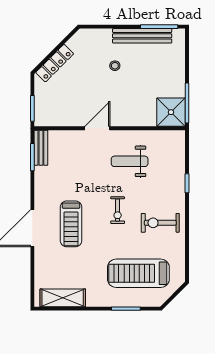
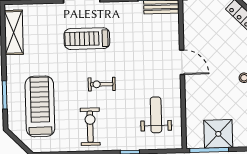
shower: (171, 112) -> (218, 134), moved
weight bench: (130, 161) -> (156, 115), moved

